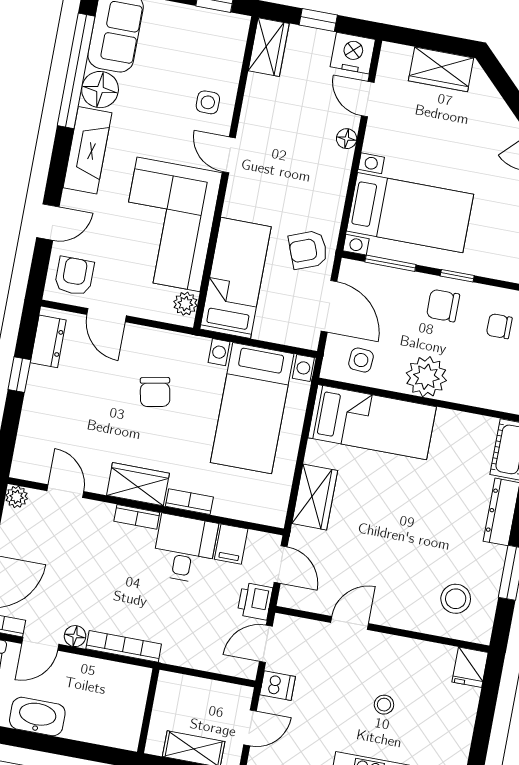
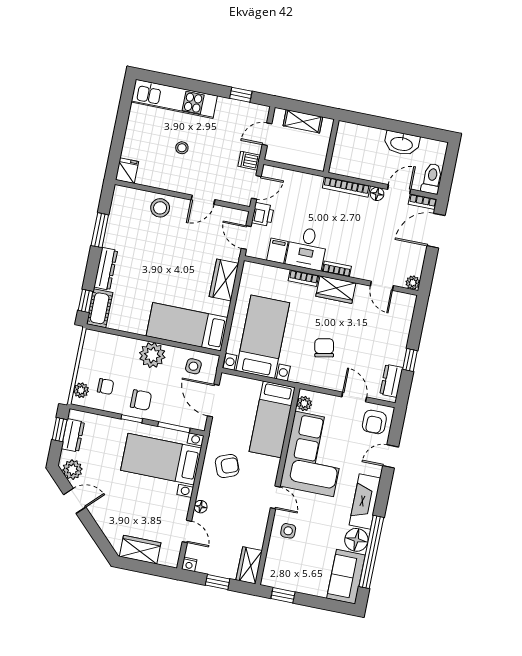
nightstand: (353, 53) -> (189, 564), width x0.53, depth x0.56
armchair: (308, 250) -> (227, 466), moved
stool: (456, 599) -> (160, 208), moved

